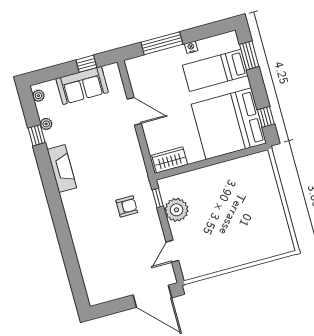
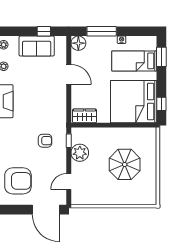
floor lamp: (136, 67) -> (78, 43), added
parasol: (239, 209) -> (125, 164), added
armchair: (106, 269) -> (18, 181), added

